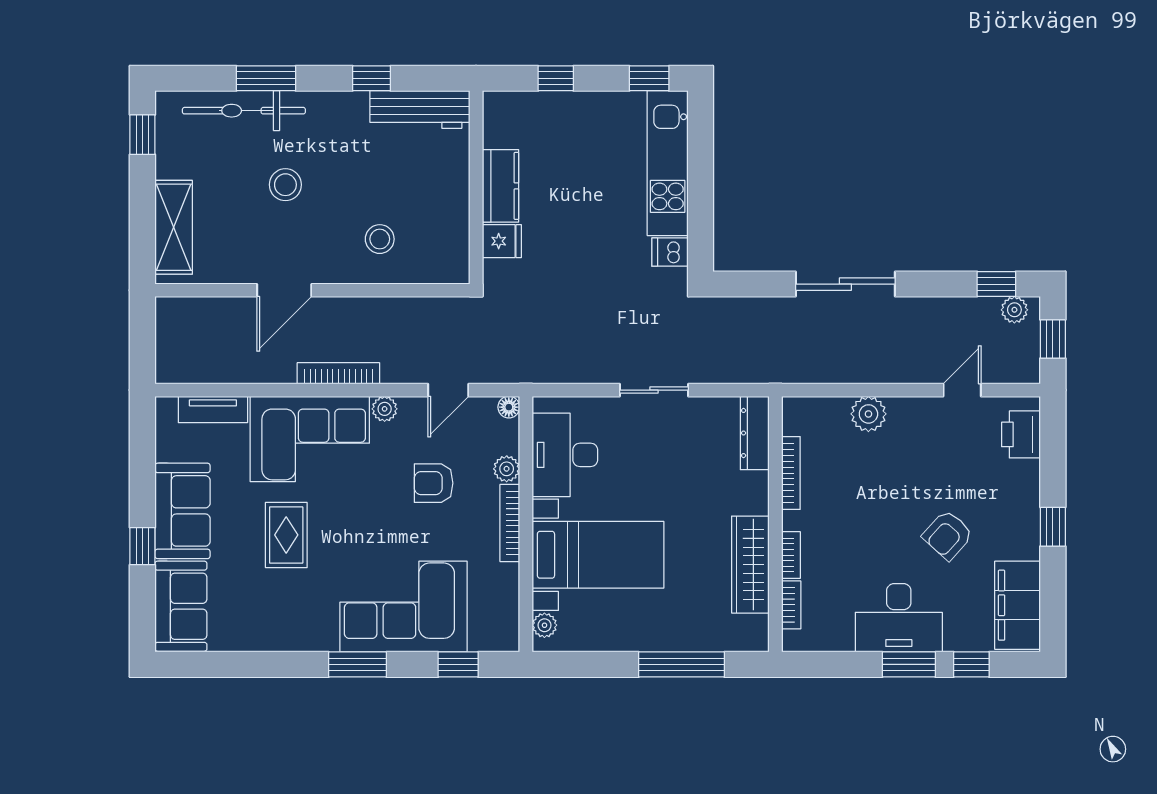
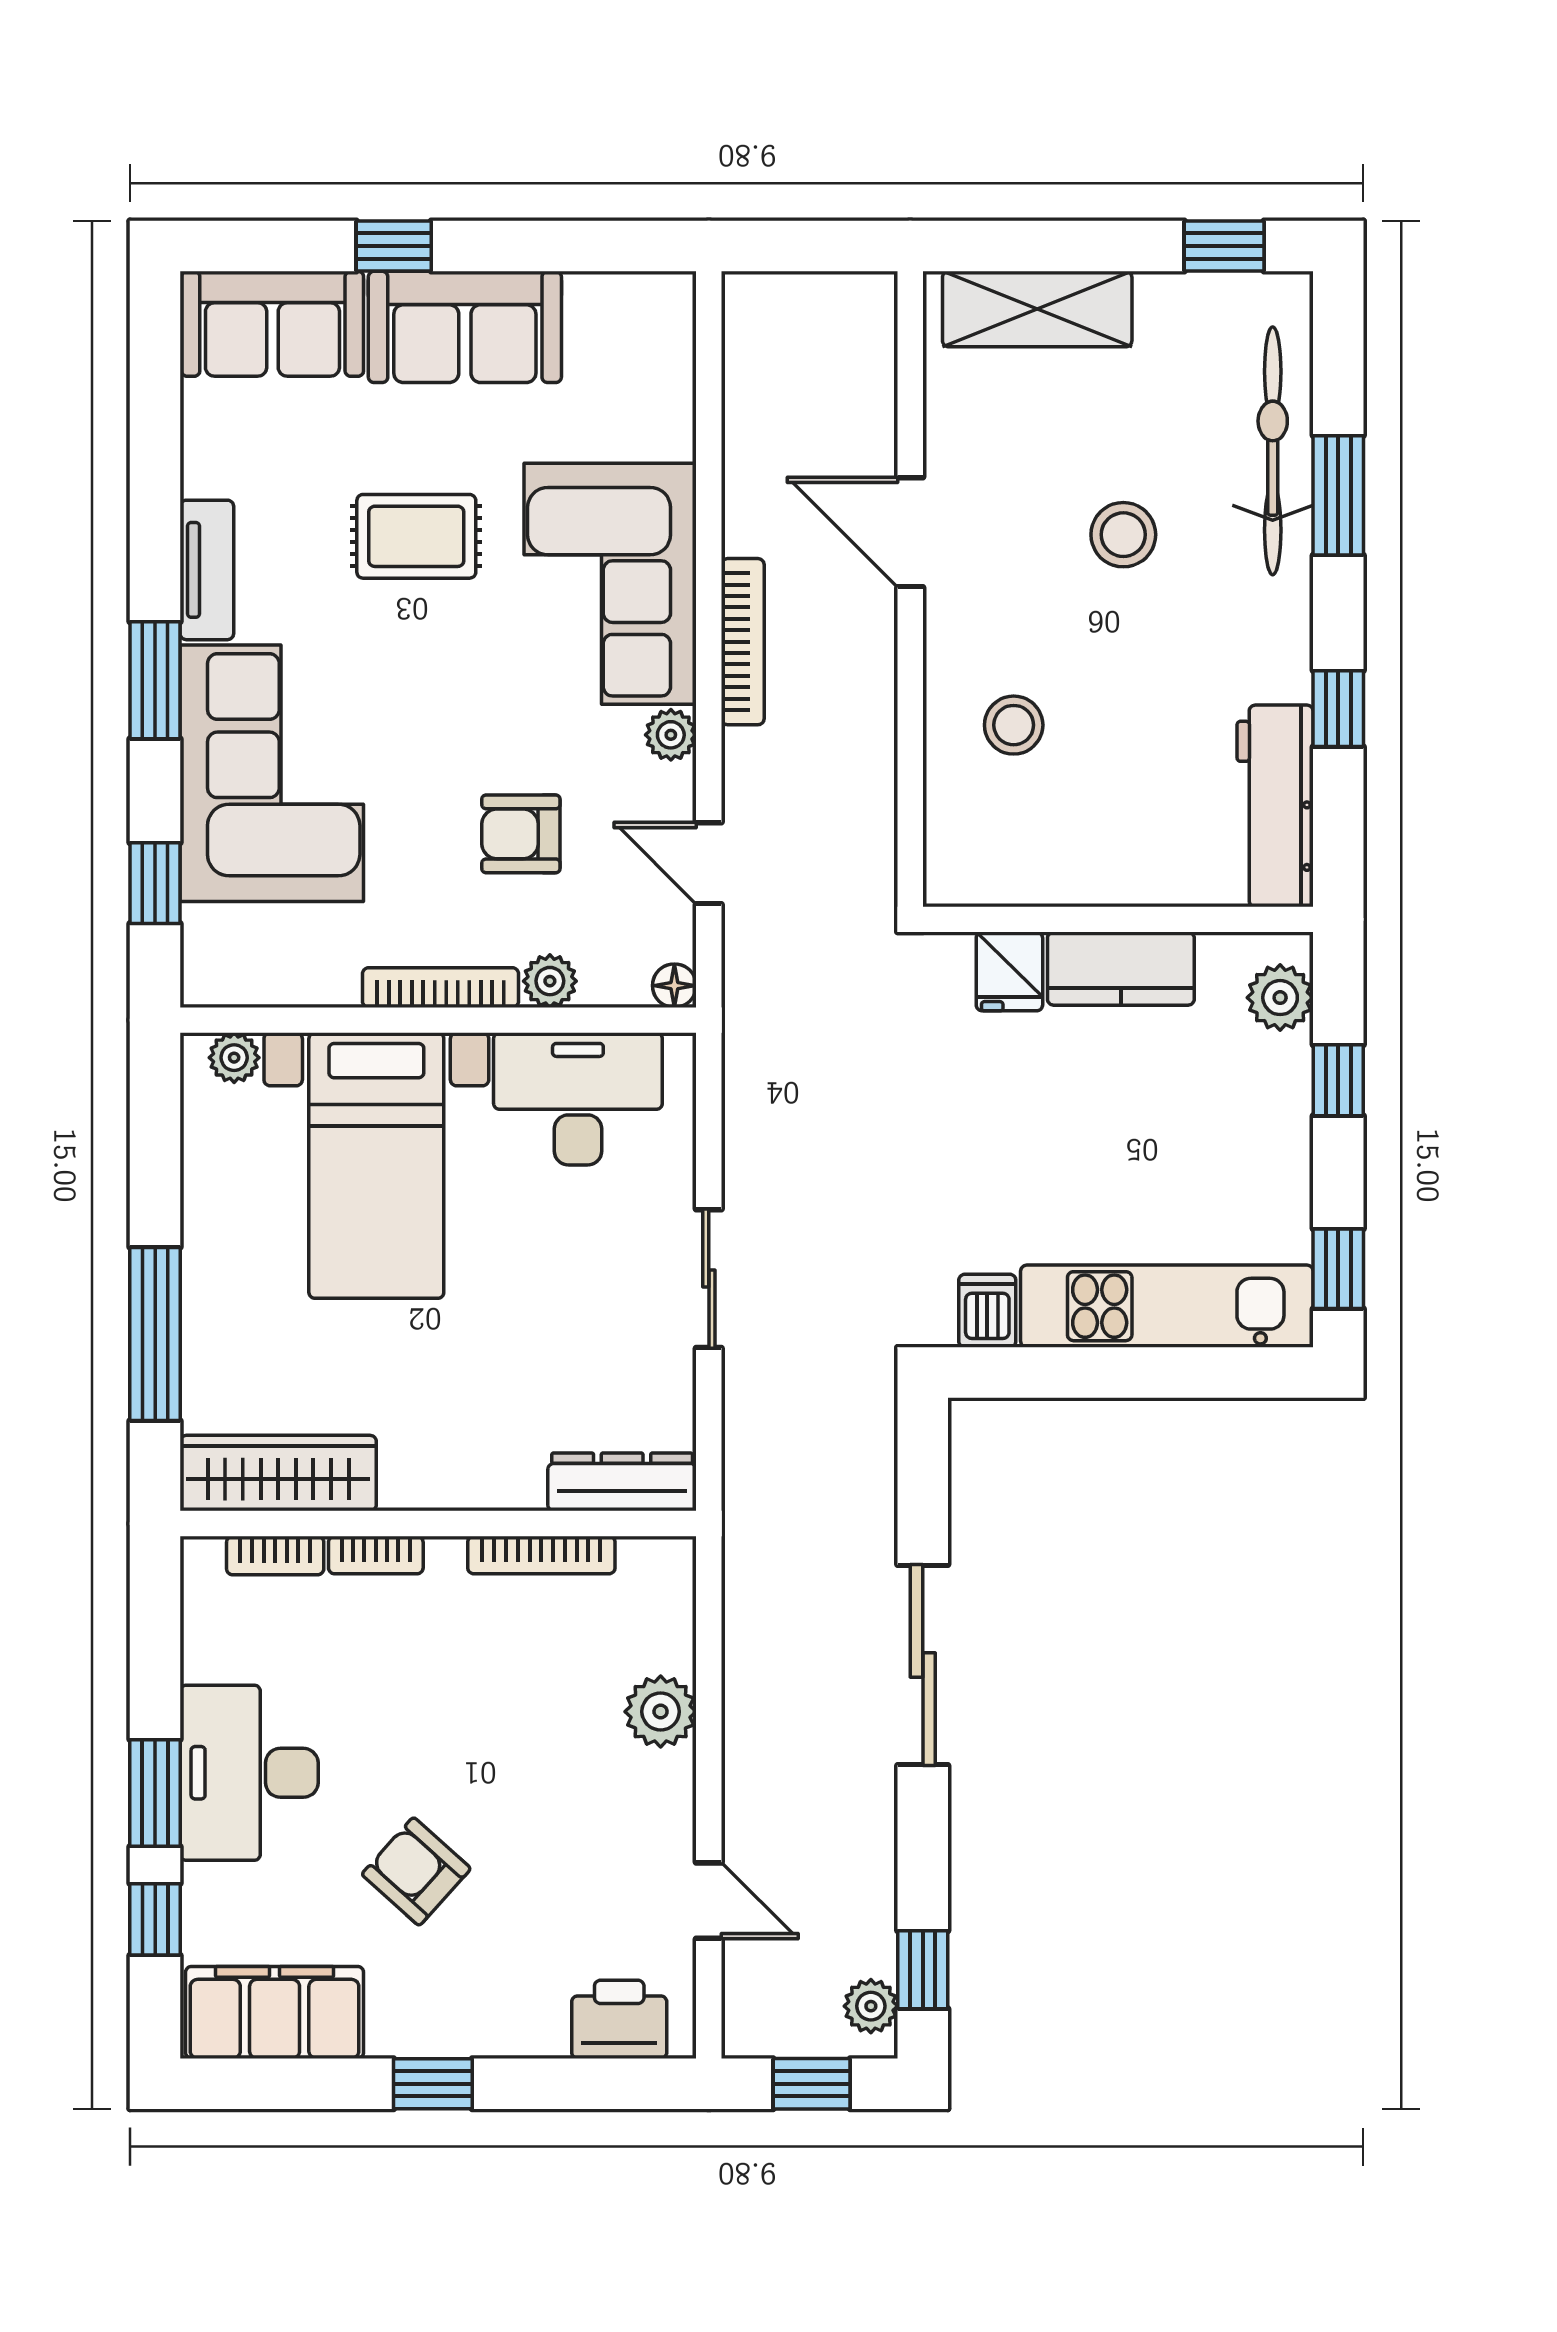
plant: (515, 107) -> (1280, 998), added
tv unit: (213, 409) -> (207, 570), moved, turned 180
armchair: (434, 483) -> (521, 834), turned -90
wardrobe: (750, 565) -> (278, 1473), moved

